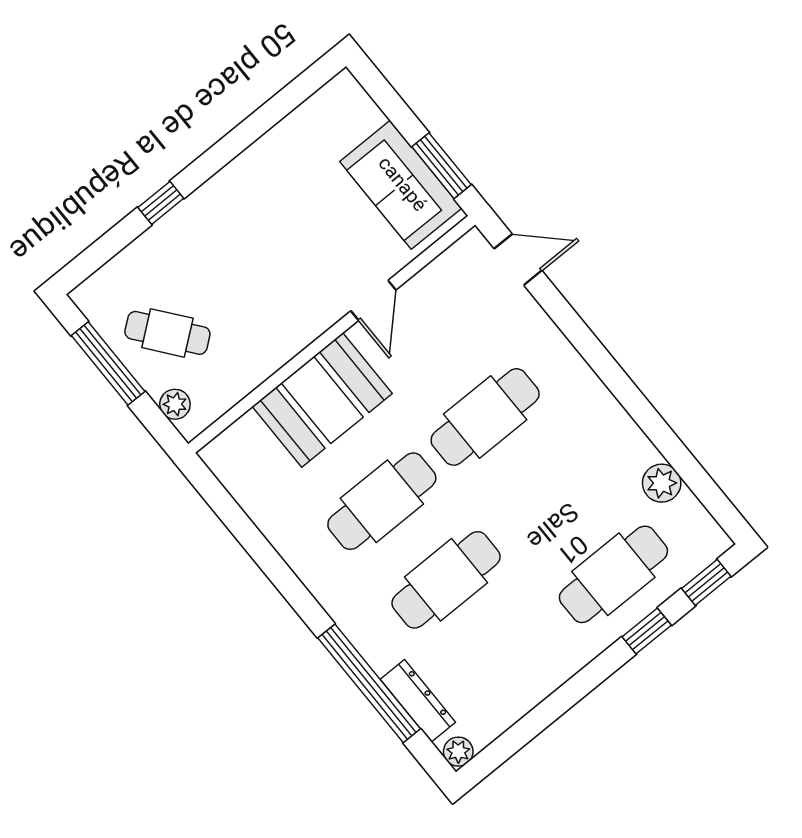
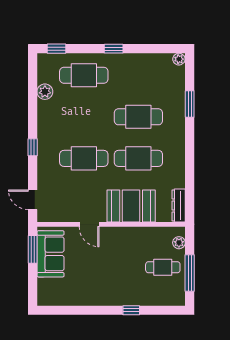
door: (373, 300) -> (89, 224), swing flipped
cafe table: (167, 333) -> (163, 267), turned -52
window: (599, 359) -> (33, 147), added
window: (647, 631) -> (114, 49), moved
window: (369, 683) -> (190, 104), width x0.47
dresser: (418, 701) -> (179, 205), moved

